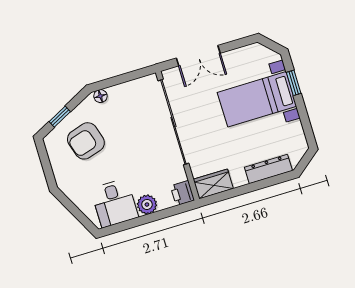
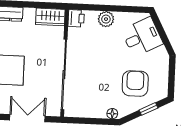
armchair: (86, 141) -> (135, 83), turned -73
desk: (115, 203) -> (142, 37), moved, turned 62

